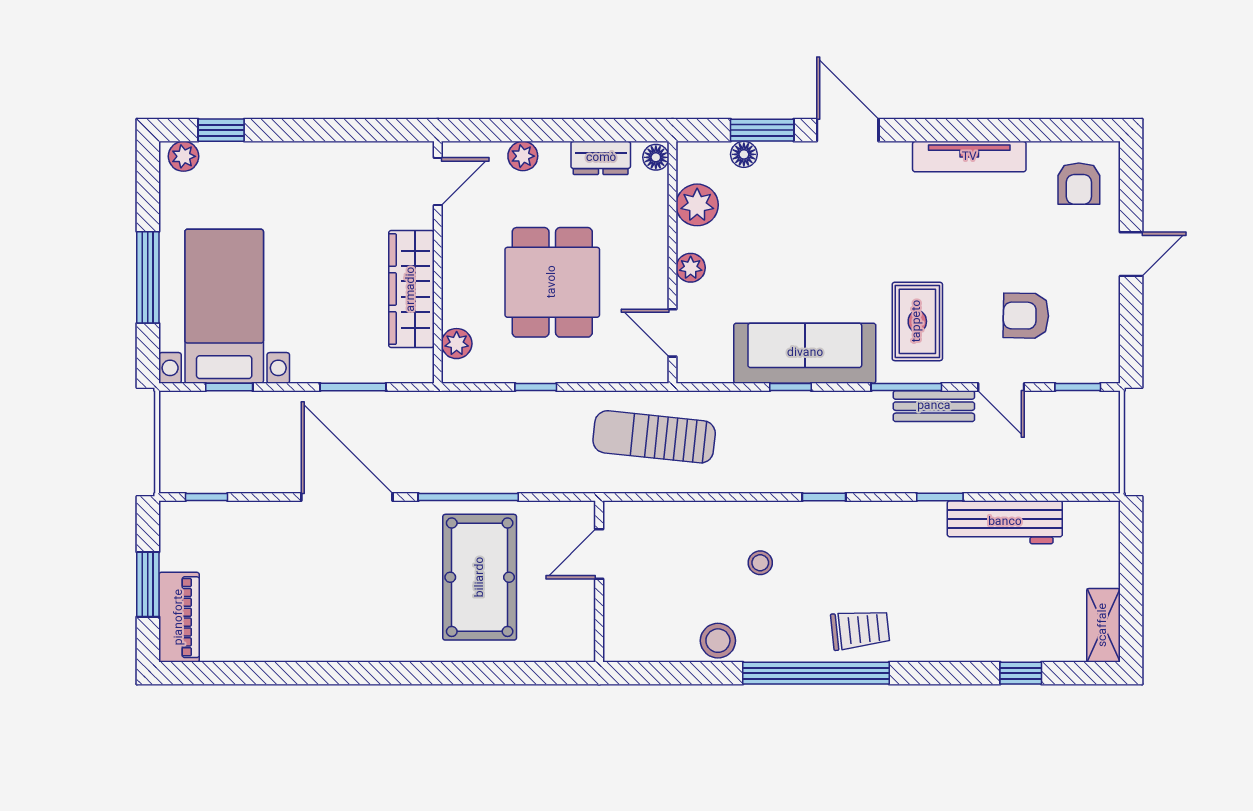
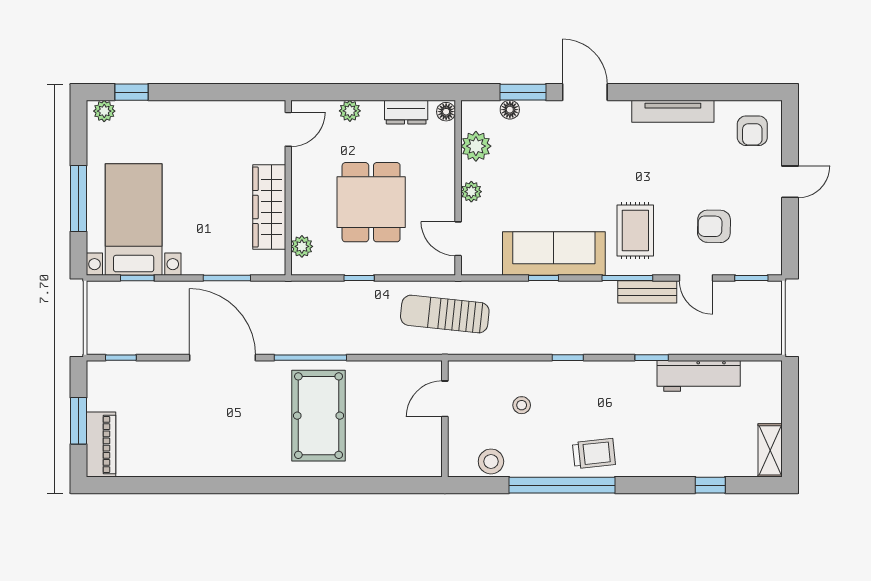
door: (599, 554) -> (445, 399), moved
wall: (599, 581) -> (445, 419), moved

